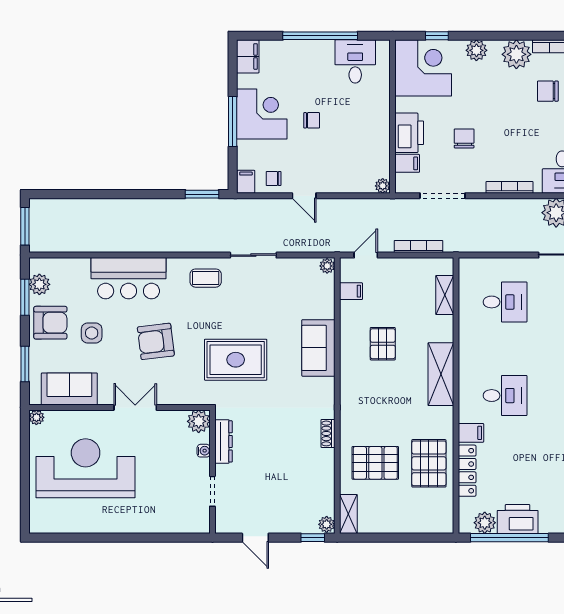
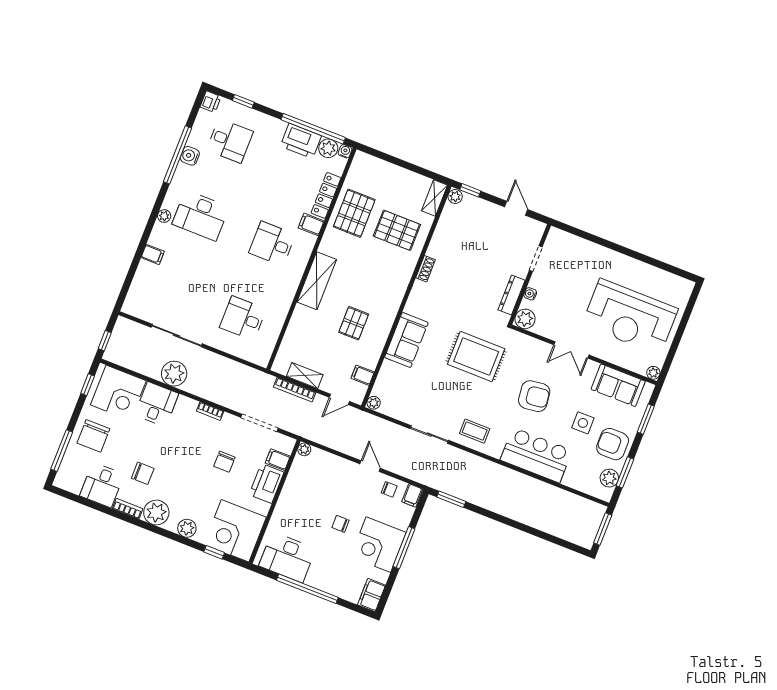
desk: (355, 61) -> (287, 557), width x1.37
bookcase: (510, 187) -> (210, 411), width x0.64
shelving: (445, 295) -> (305, 375), moved, turned 90
water cooler: (465, 527) -> (345, 151), added

